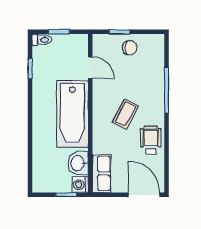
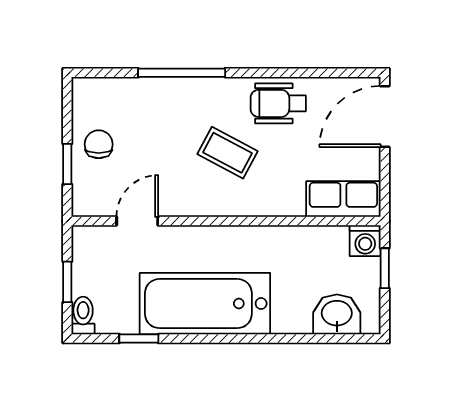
bathtub: (72, 114) -> (205, 304), moved, turned 180
washbasin: (78, 163) -> (337, 314), moved, turned 180

